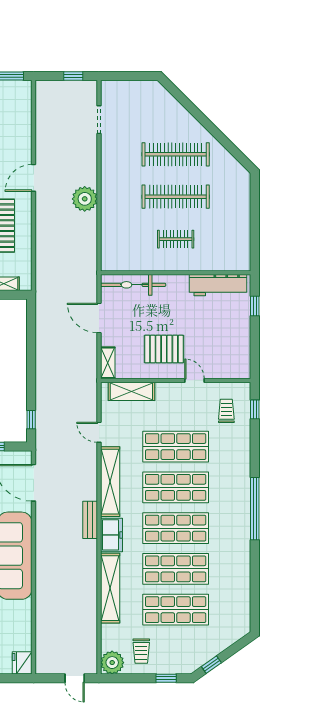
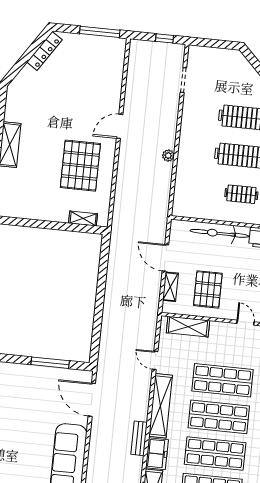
plant: (85, 199) -> (168, 156), width x0.53, depth x0.53
bicycle: (133, 285) -> (219, 233), moved
pallet: (164, 349) -> (208, 289), moved, turned 90
shelving: (108, 363) -> (170, 287), moved
window: (31, 420) -> (95, 343), removed

